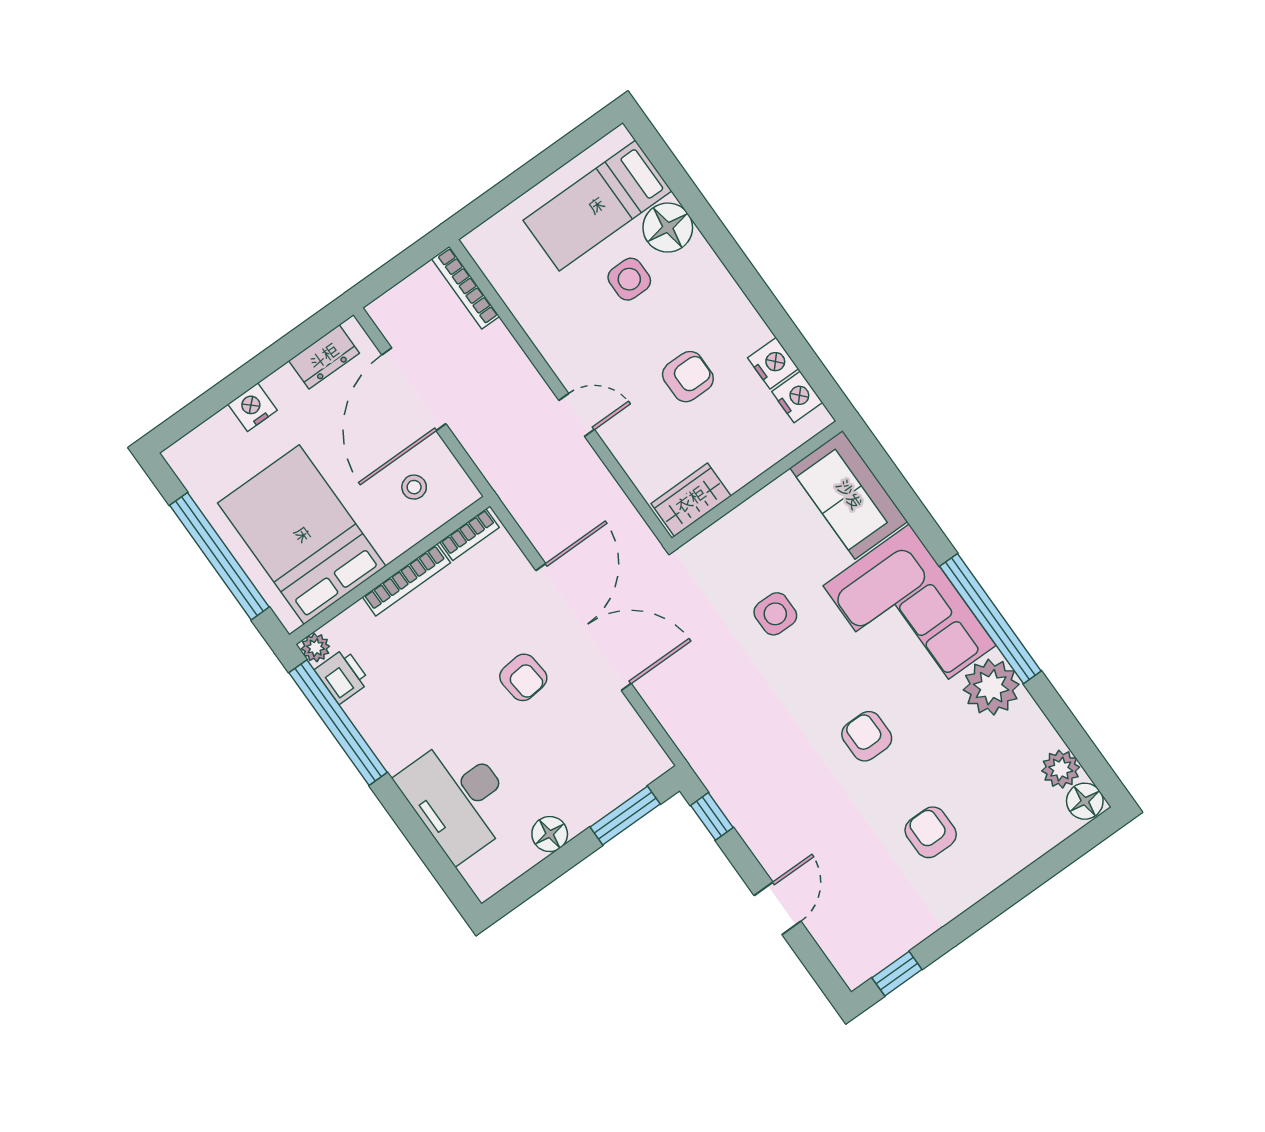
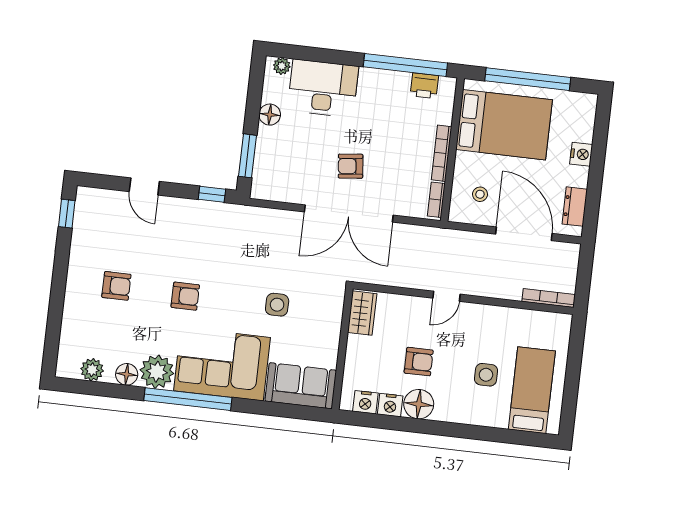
floor lamp: (668, 228) -> (419, 404), moved
armchair: (688, 377) -> (419, 362), turned -90
plant: (316, 648) -> (282, 66), moved
floor lamp: (1085, 801) -> (127, 374), moved

